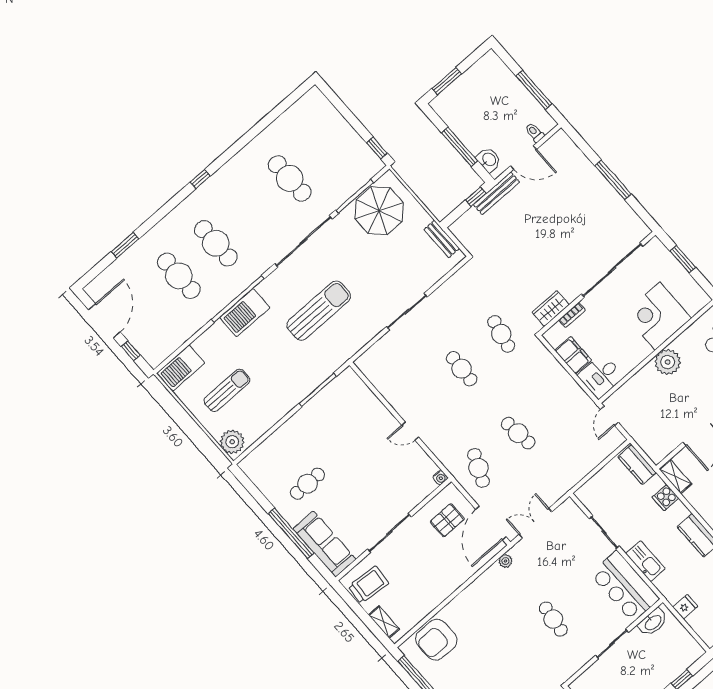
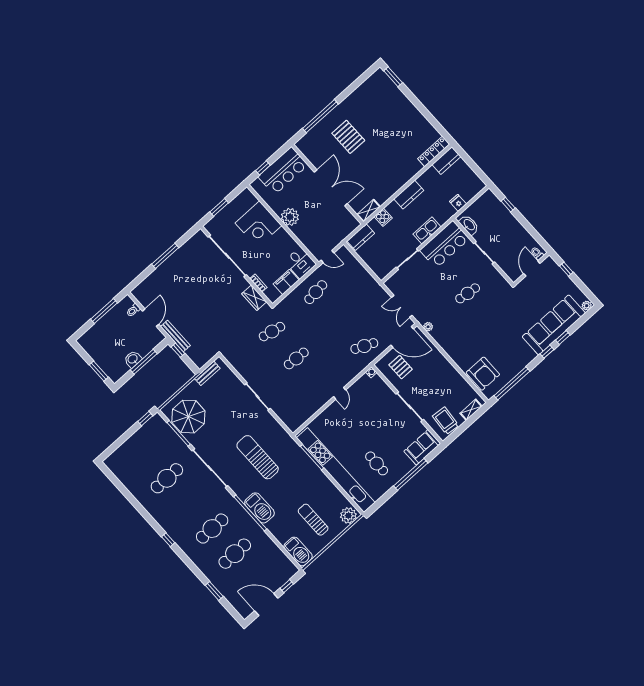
washbasin: (489, 160) -> (133, 359), moved
kitchen unit: (299, 424) -> (336, 470), added
cafe table: (518, 433) -> (316, 292), moved
sofa: (324, 544) -> (422, 447), width x0.73

